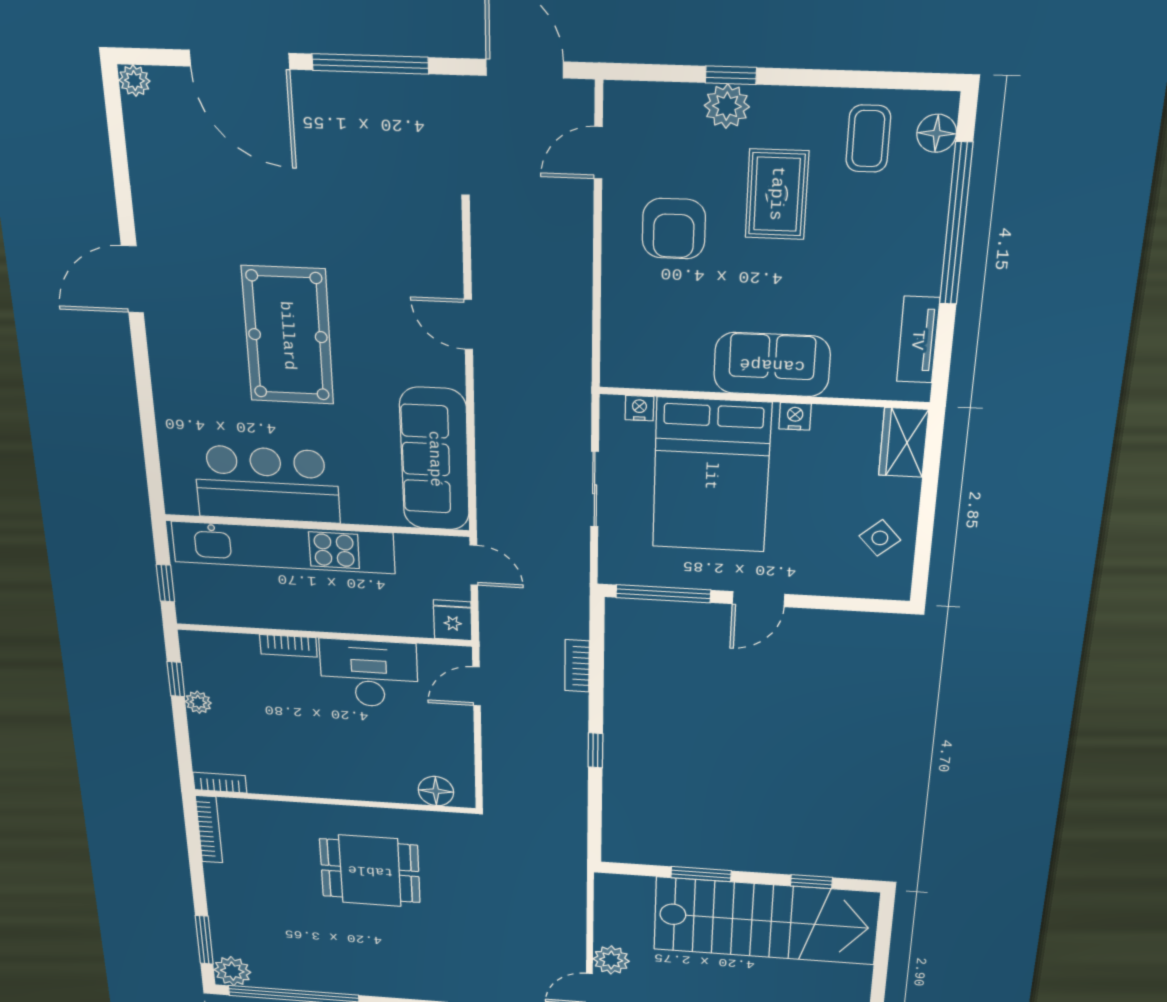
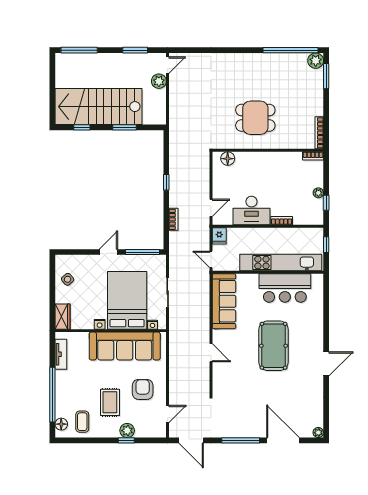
sofa: (772, 365) -> (125, 346), width x1.85, depth x1.27

